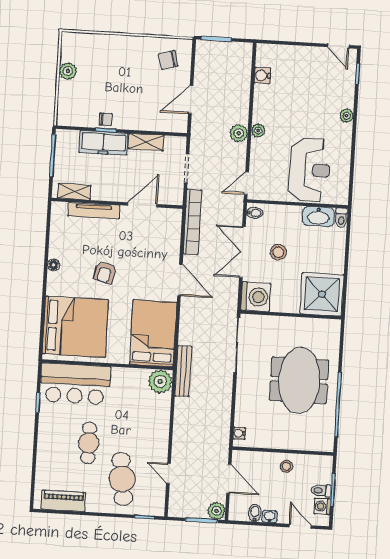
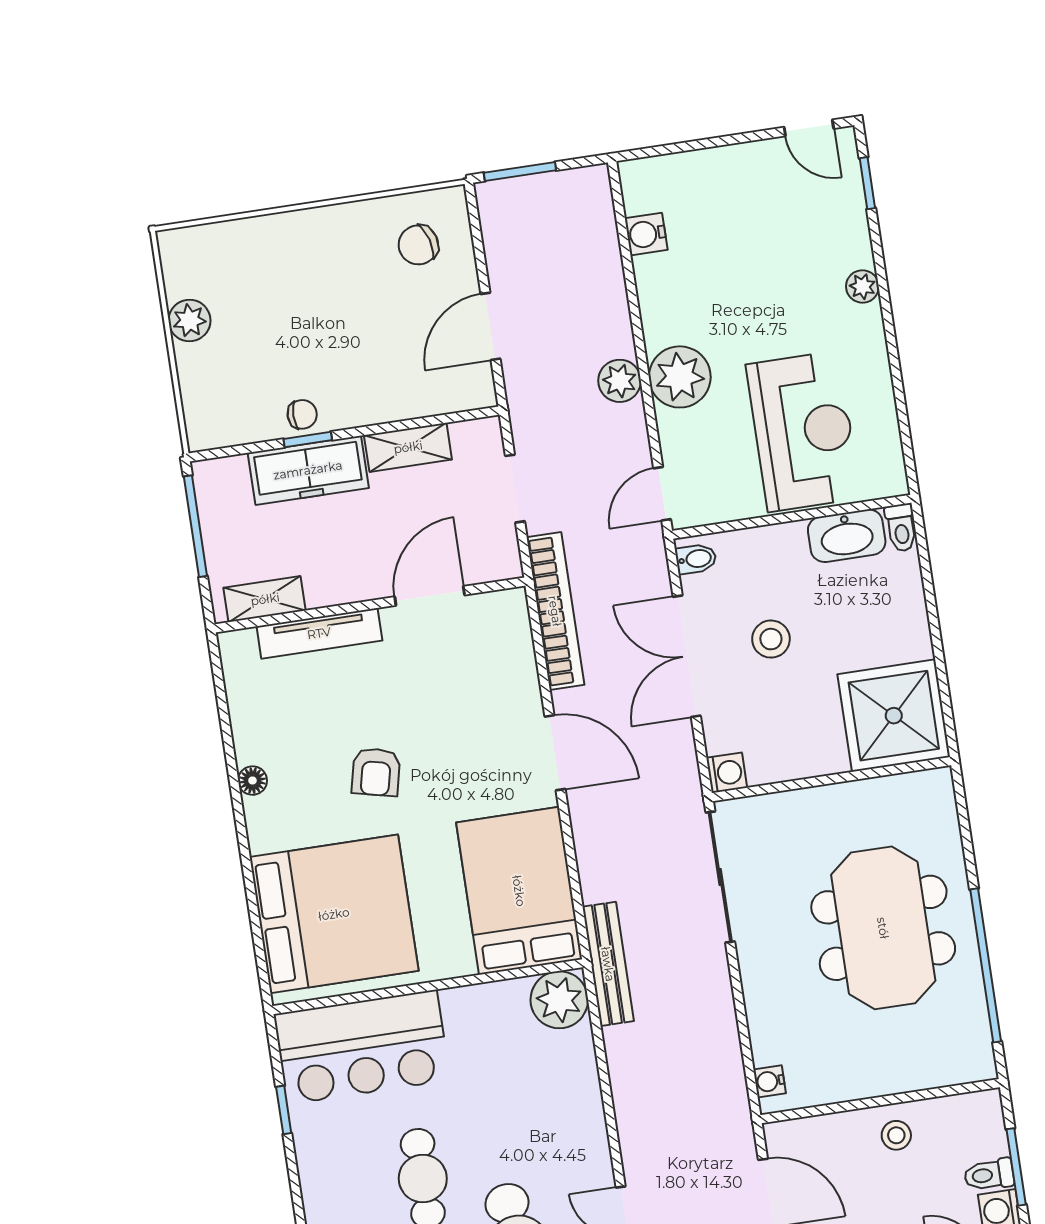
plant: (258, 131) -> (680, 377), width x1.88, depth x1.88
washing machine: (256, 297) -> (727, 773), width x0.53, depth x0.53

